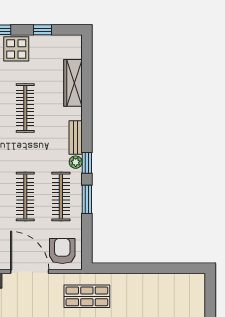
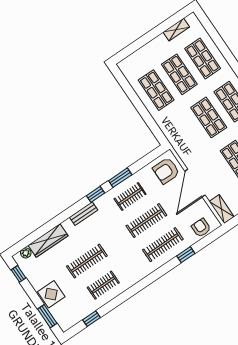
window: (43, 30) -> (18, 274), moved
plant: (76, 162) -> (26, 253), moved
clothes rail: (61, 196) -> (130, 196), width x0.73
shop shelf: (87, 296) -> (156, 90), moved

